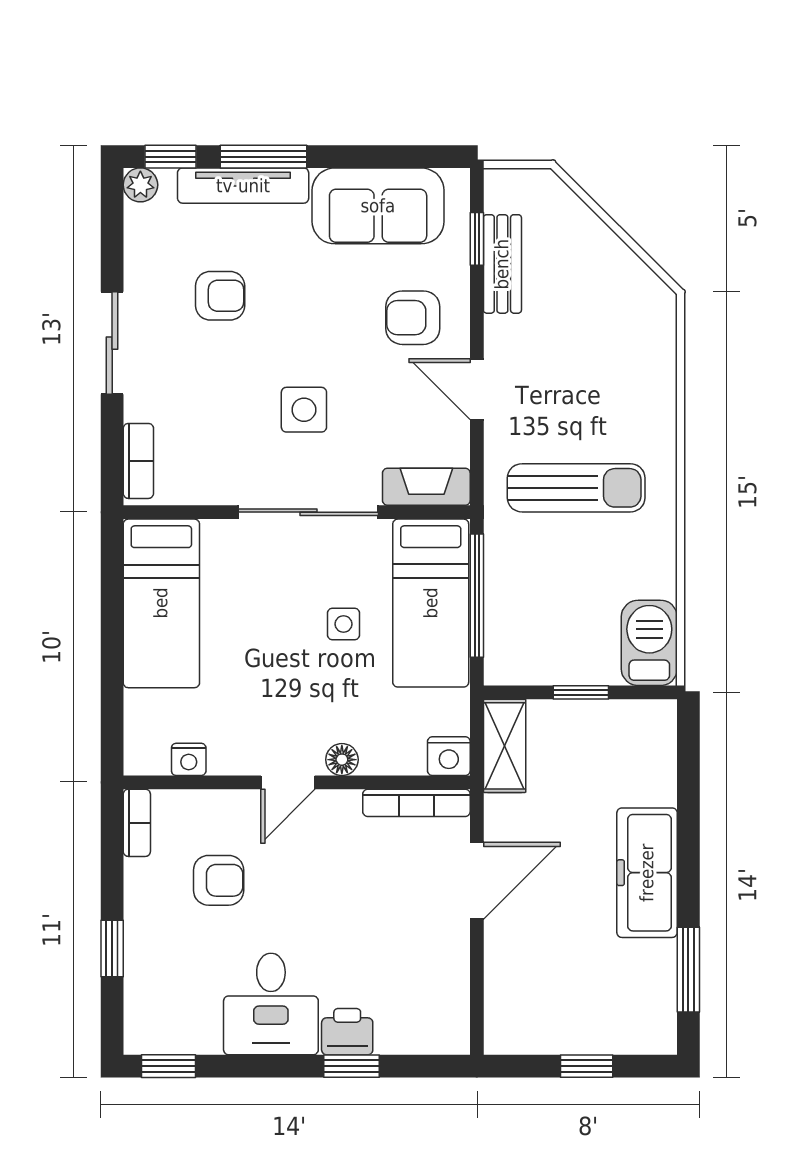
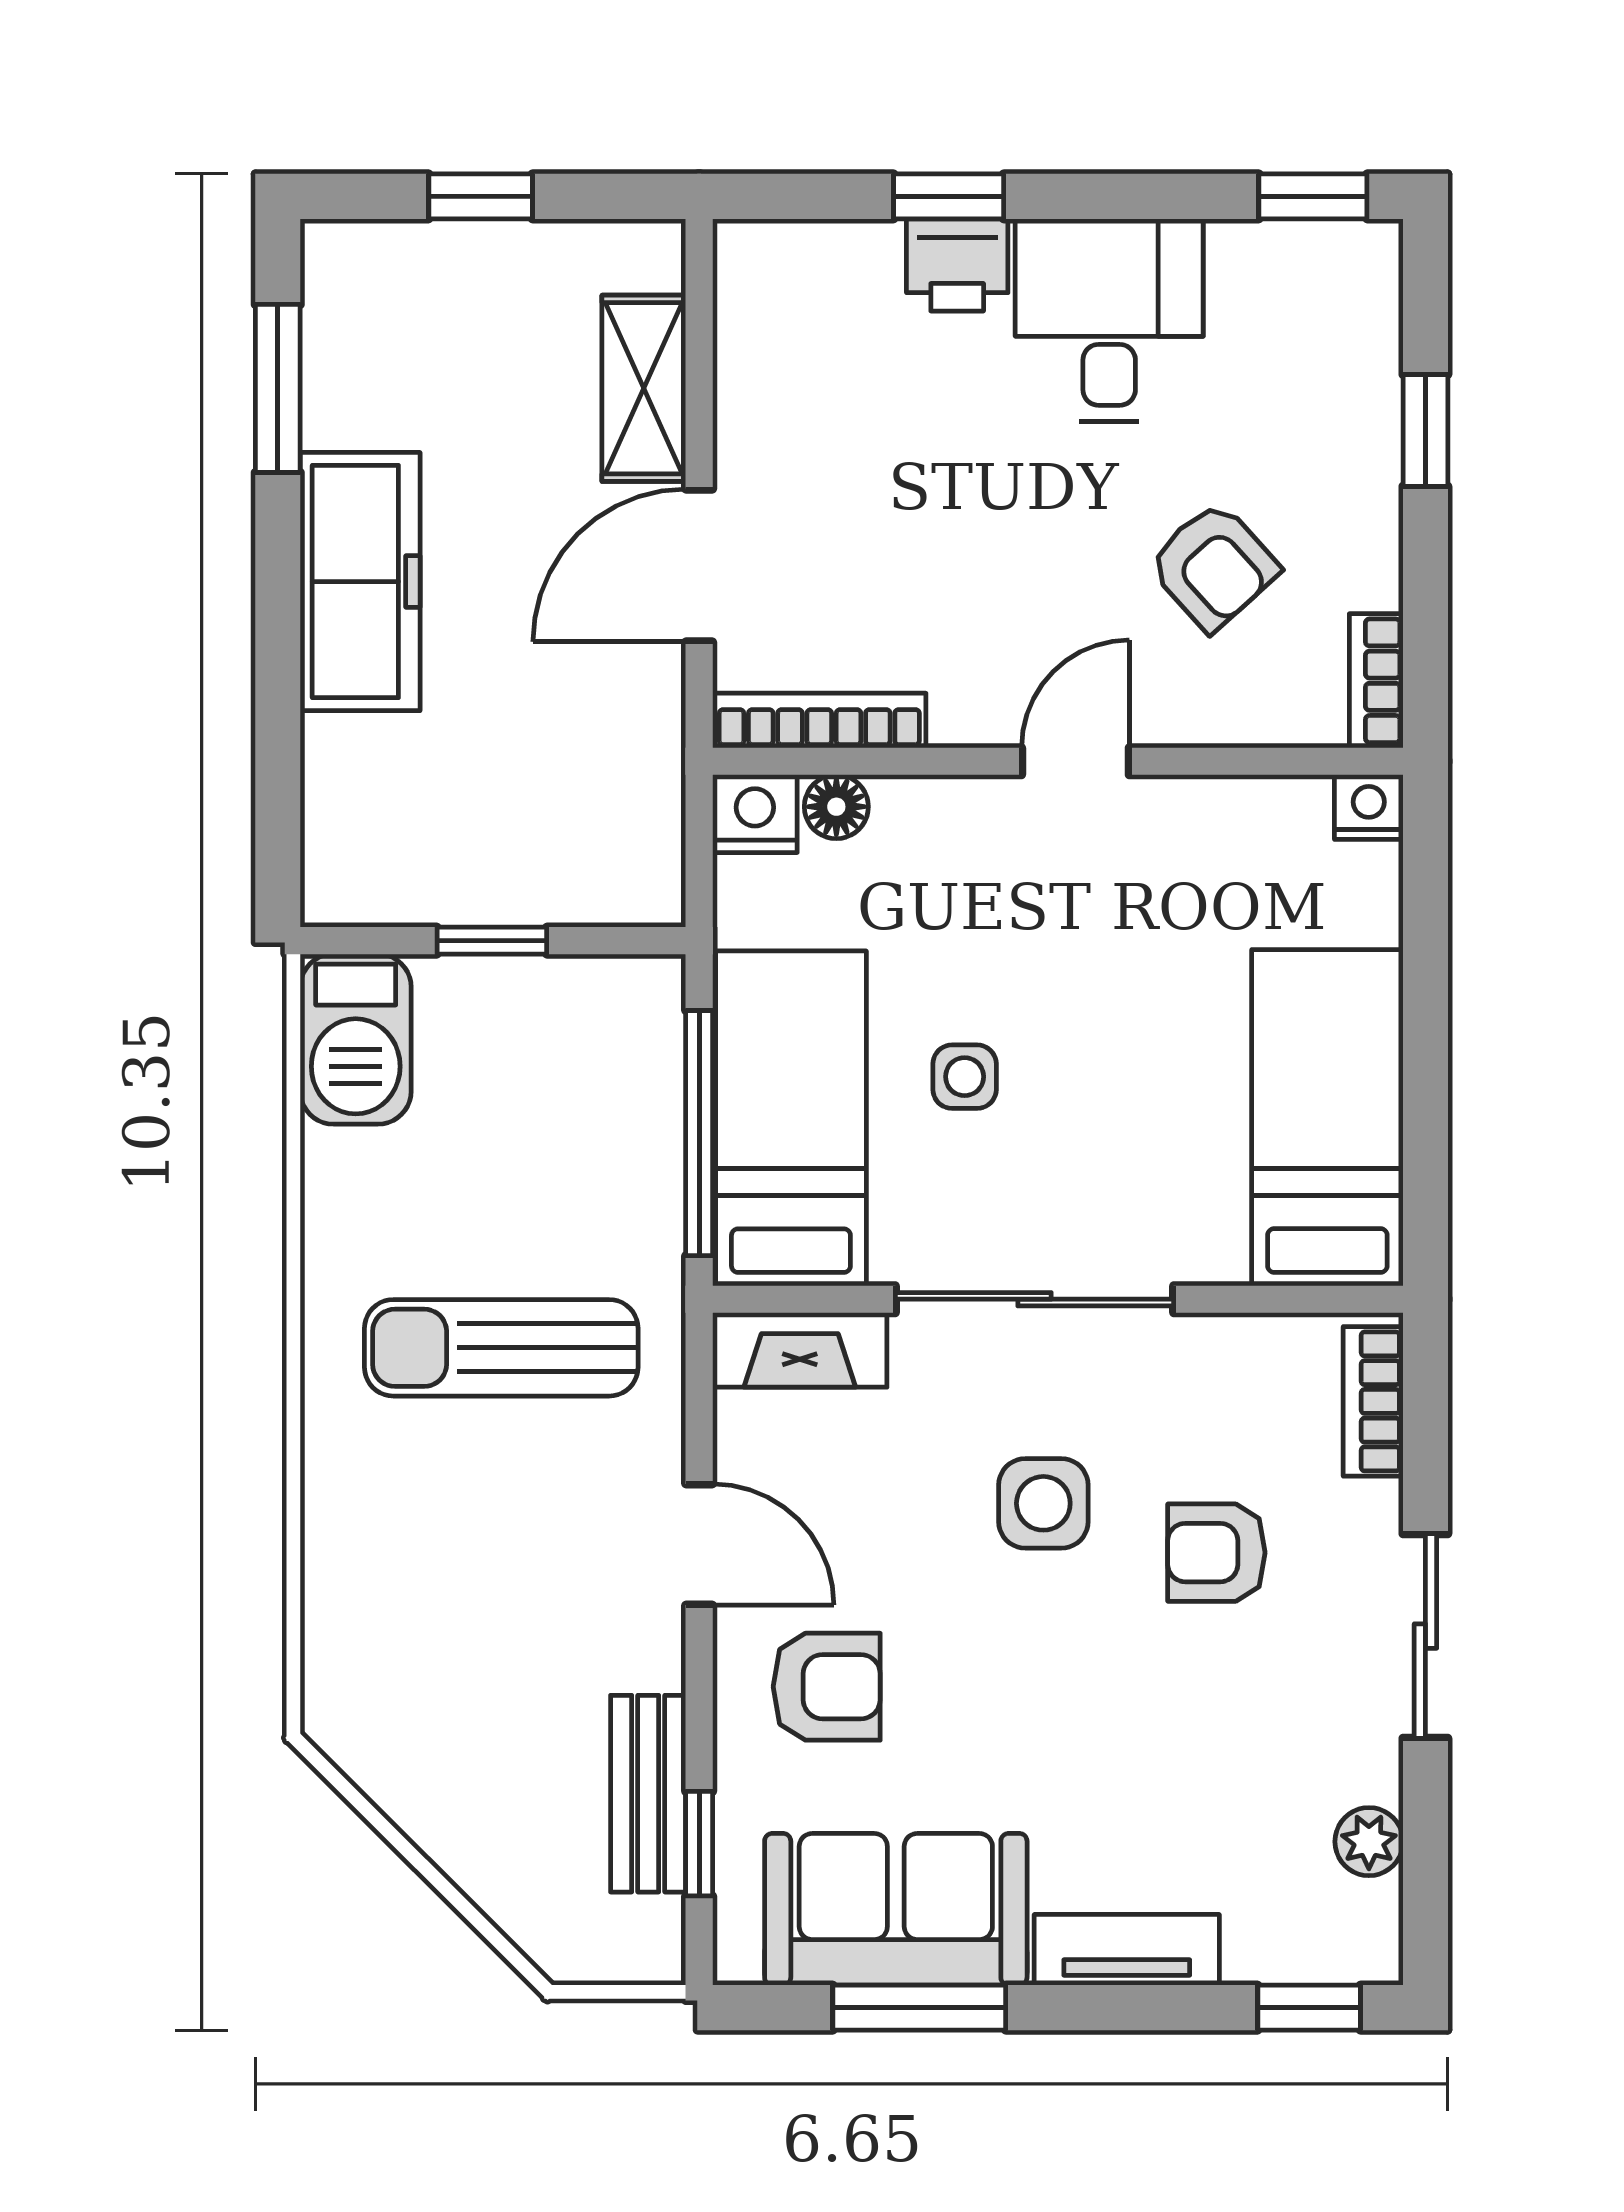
window: (264, 157) -> (919, 2008), moved
plant: (140, 185) -> (1369, 1842), moved
tv unit: (243, 186) -> (1127, 1950), width x0.71
armchair: (220, 296) -> (1216, 1553), moved
shelving: (505, 746) -> (644, 388), moved
nightstand: (189, 759) -> (1369, 807), moved
floor lamp: (342, 760) -> (836, 807), moved
armchair: (219, 880) -> (1213, 566), turned -132

